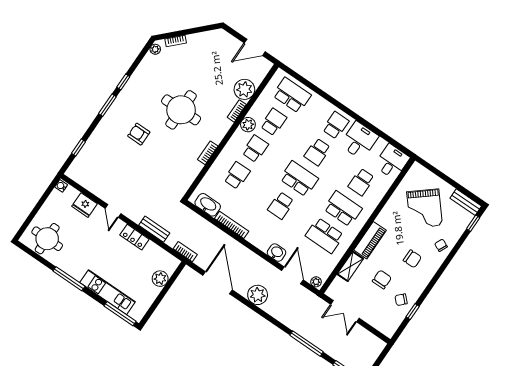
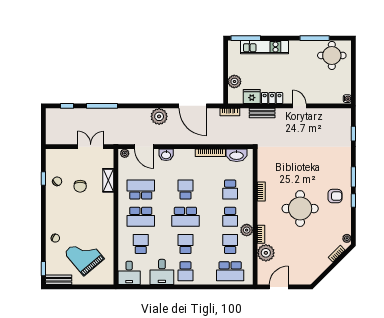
school desk: (274, 122) -> (230, 244), turned 180
armchair: (139, 134) -> (335, 196), moved
fridge: (84, 205) -> (252, 97), moved
piano: (370, 240) -> (107, 208), removed
chair: (412, 259) -> (69, 215), removed
window: (69, 279) -> (315, 38), moved

